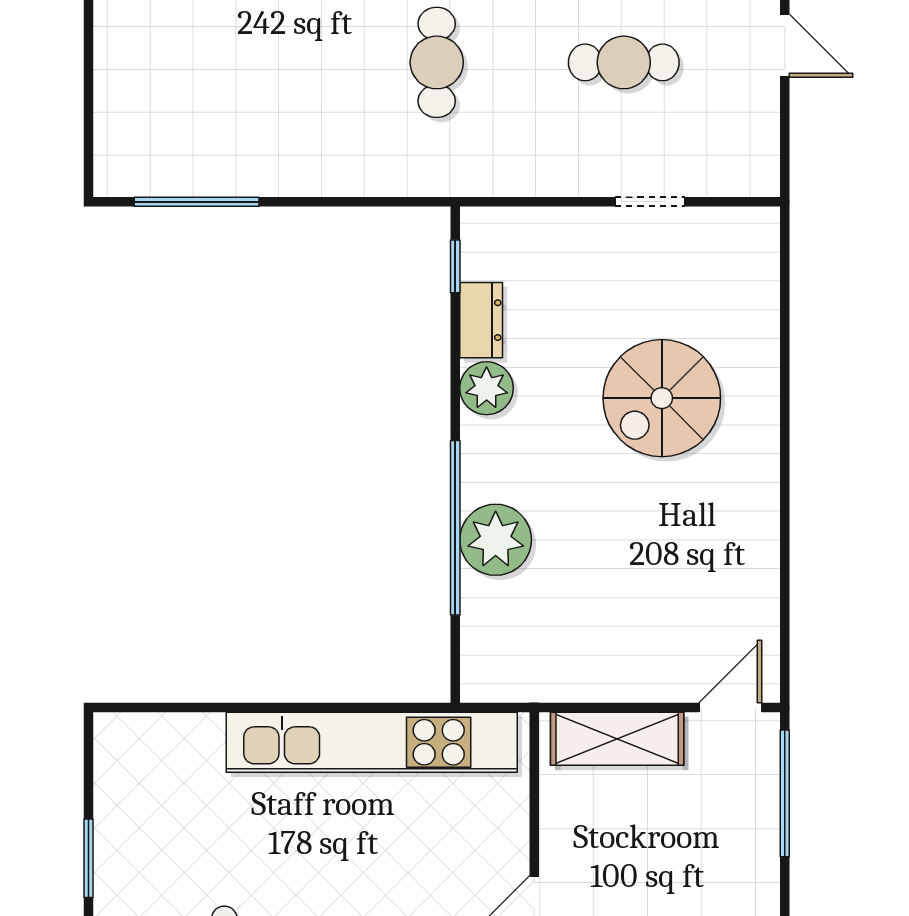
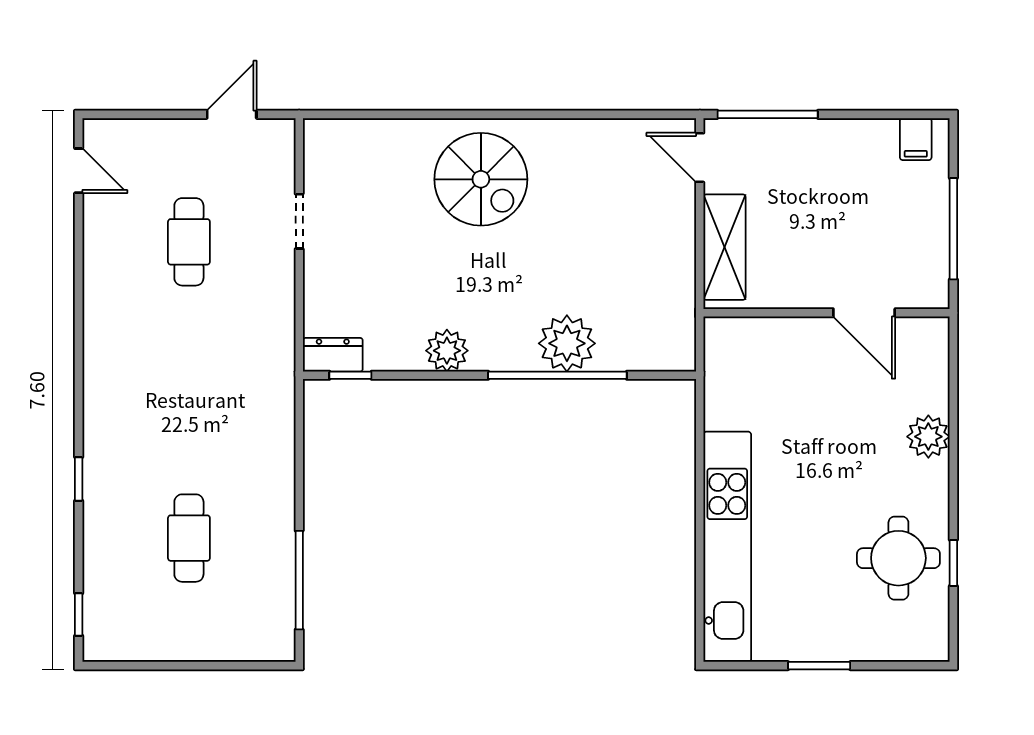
door: (785, 46) -> (232, 114), moved
cafe table: (437, 62) -> (189, 538), moved, turned 90
dresser: (481, 320) -> (333, 355), moved
spiral stairs: (662, 398) -> (481, 179), moved
kitchen unit: (372, 742) -> (727, 547), moved

